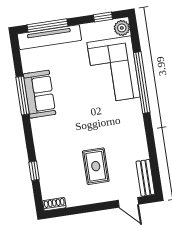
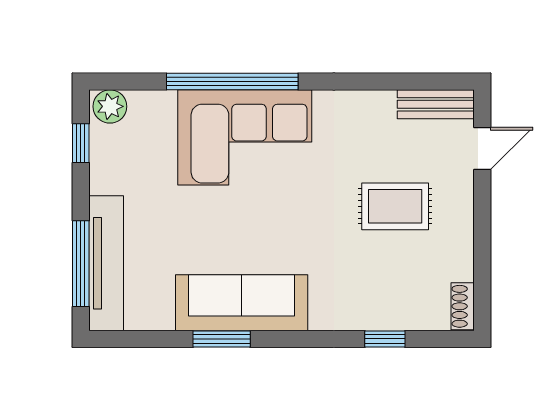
corner sofa: (114, 70) -> (245, 137), moved
sofa: (39, 94) -> (242, 303), width x1.36
window: (23, 96) -> (222, 339), width x0.69

